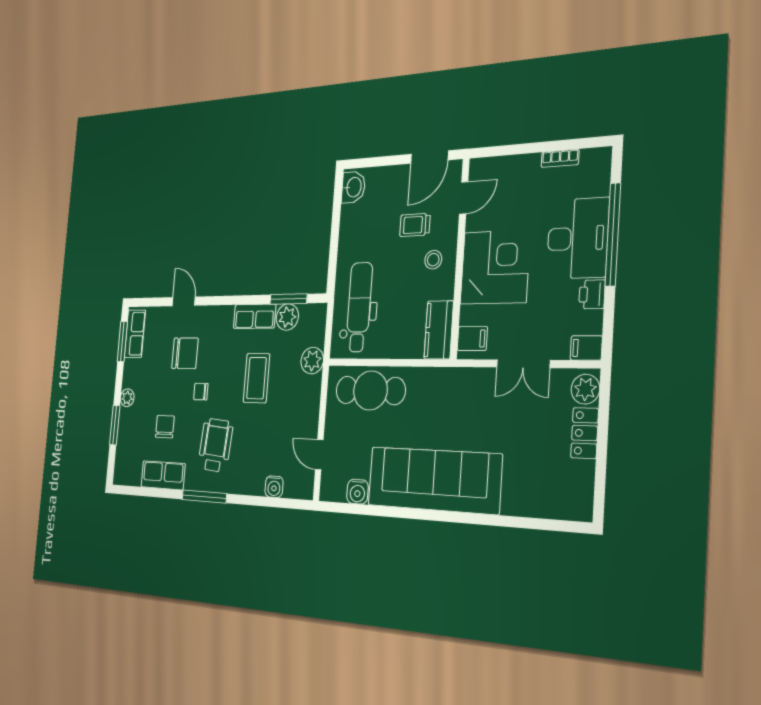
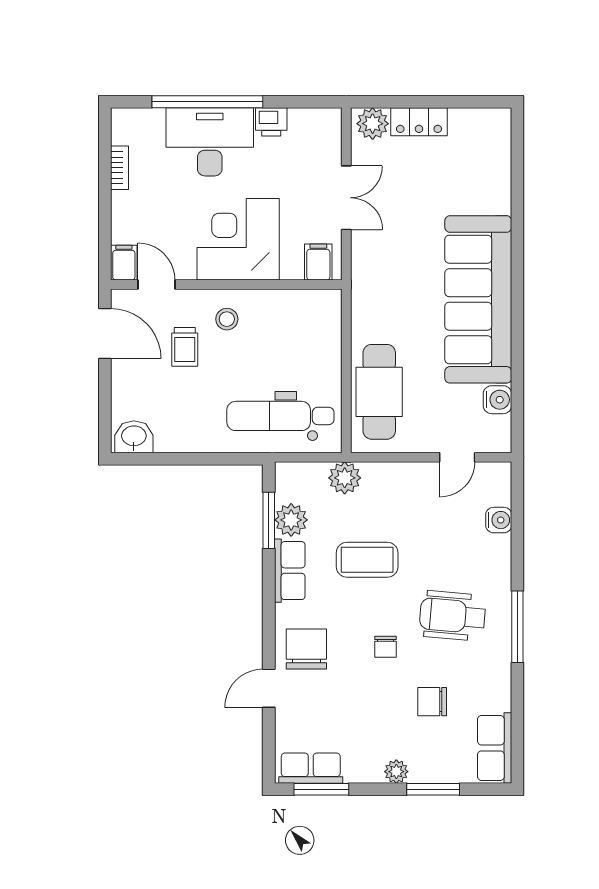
kitchen counter: (439, 330) -> (308, 306), removed
filing cabinet: (586, 348) -> (124, 263), moved, turned 180
chair: (185, 353) -> (306, 649), moved
row of seats: (163, 475) -> (495, 748), moved

